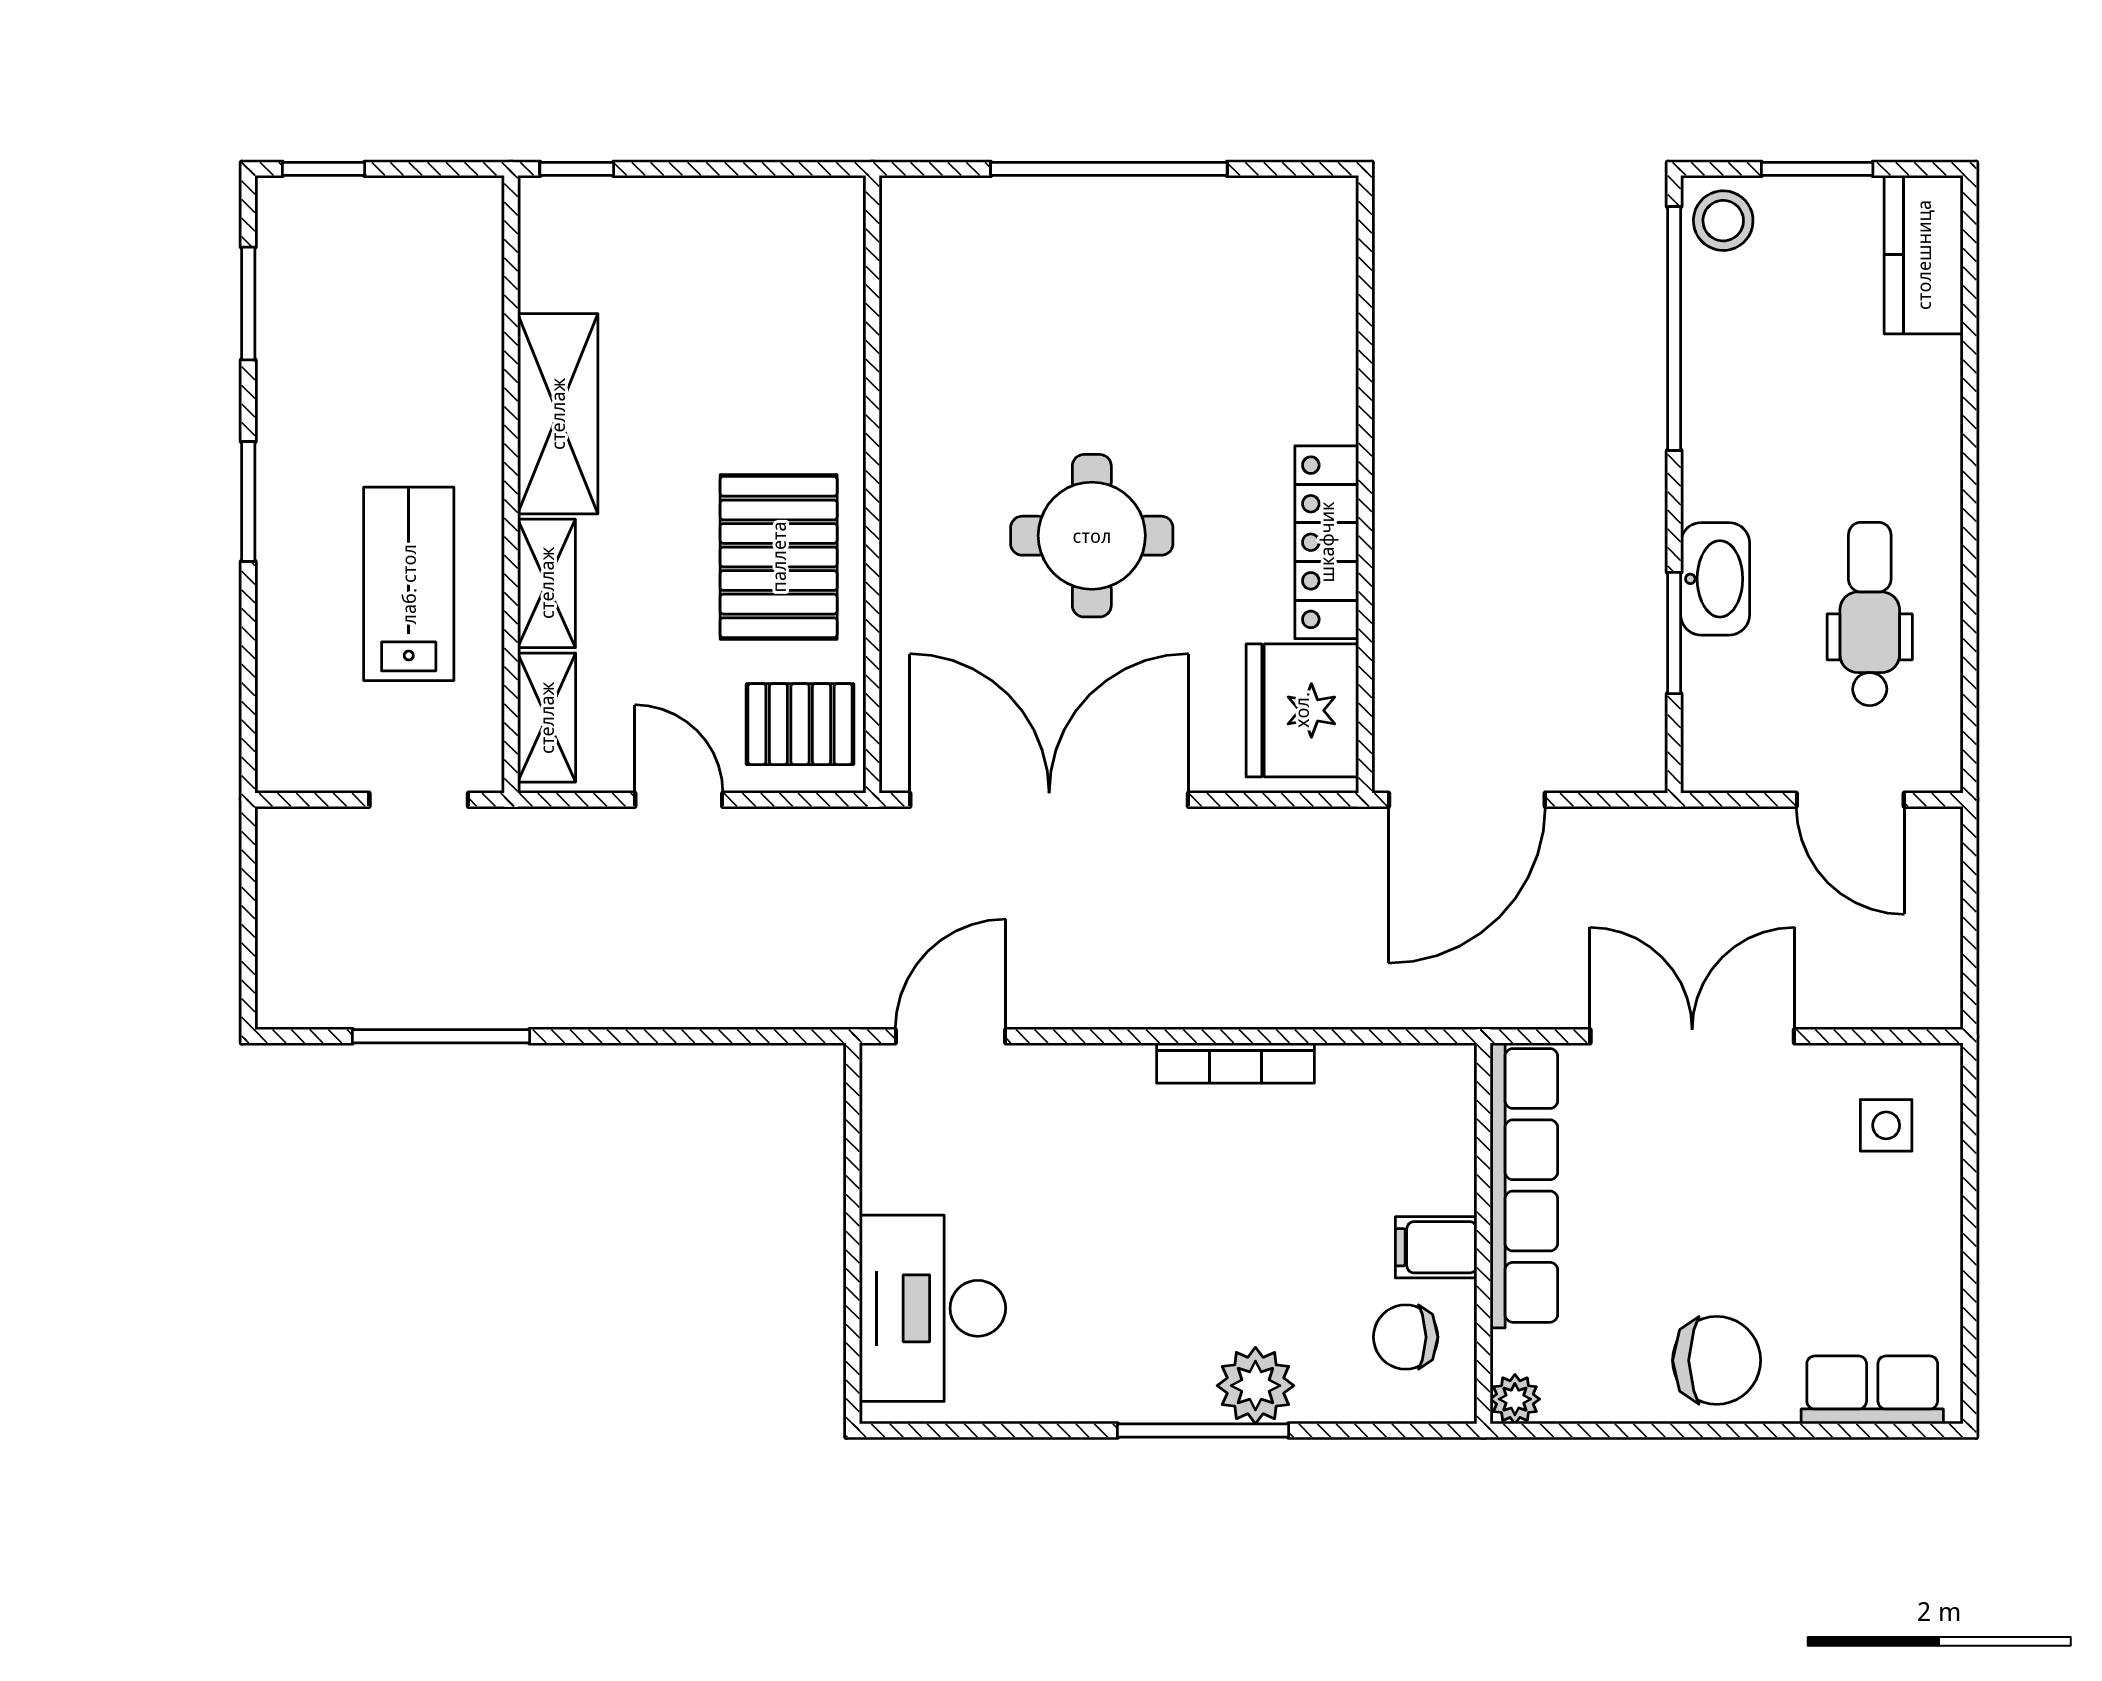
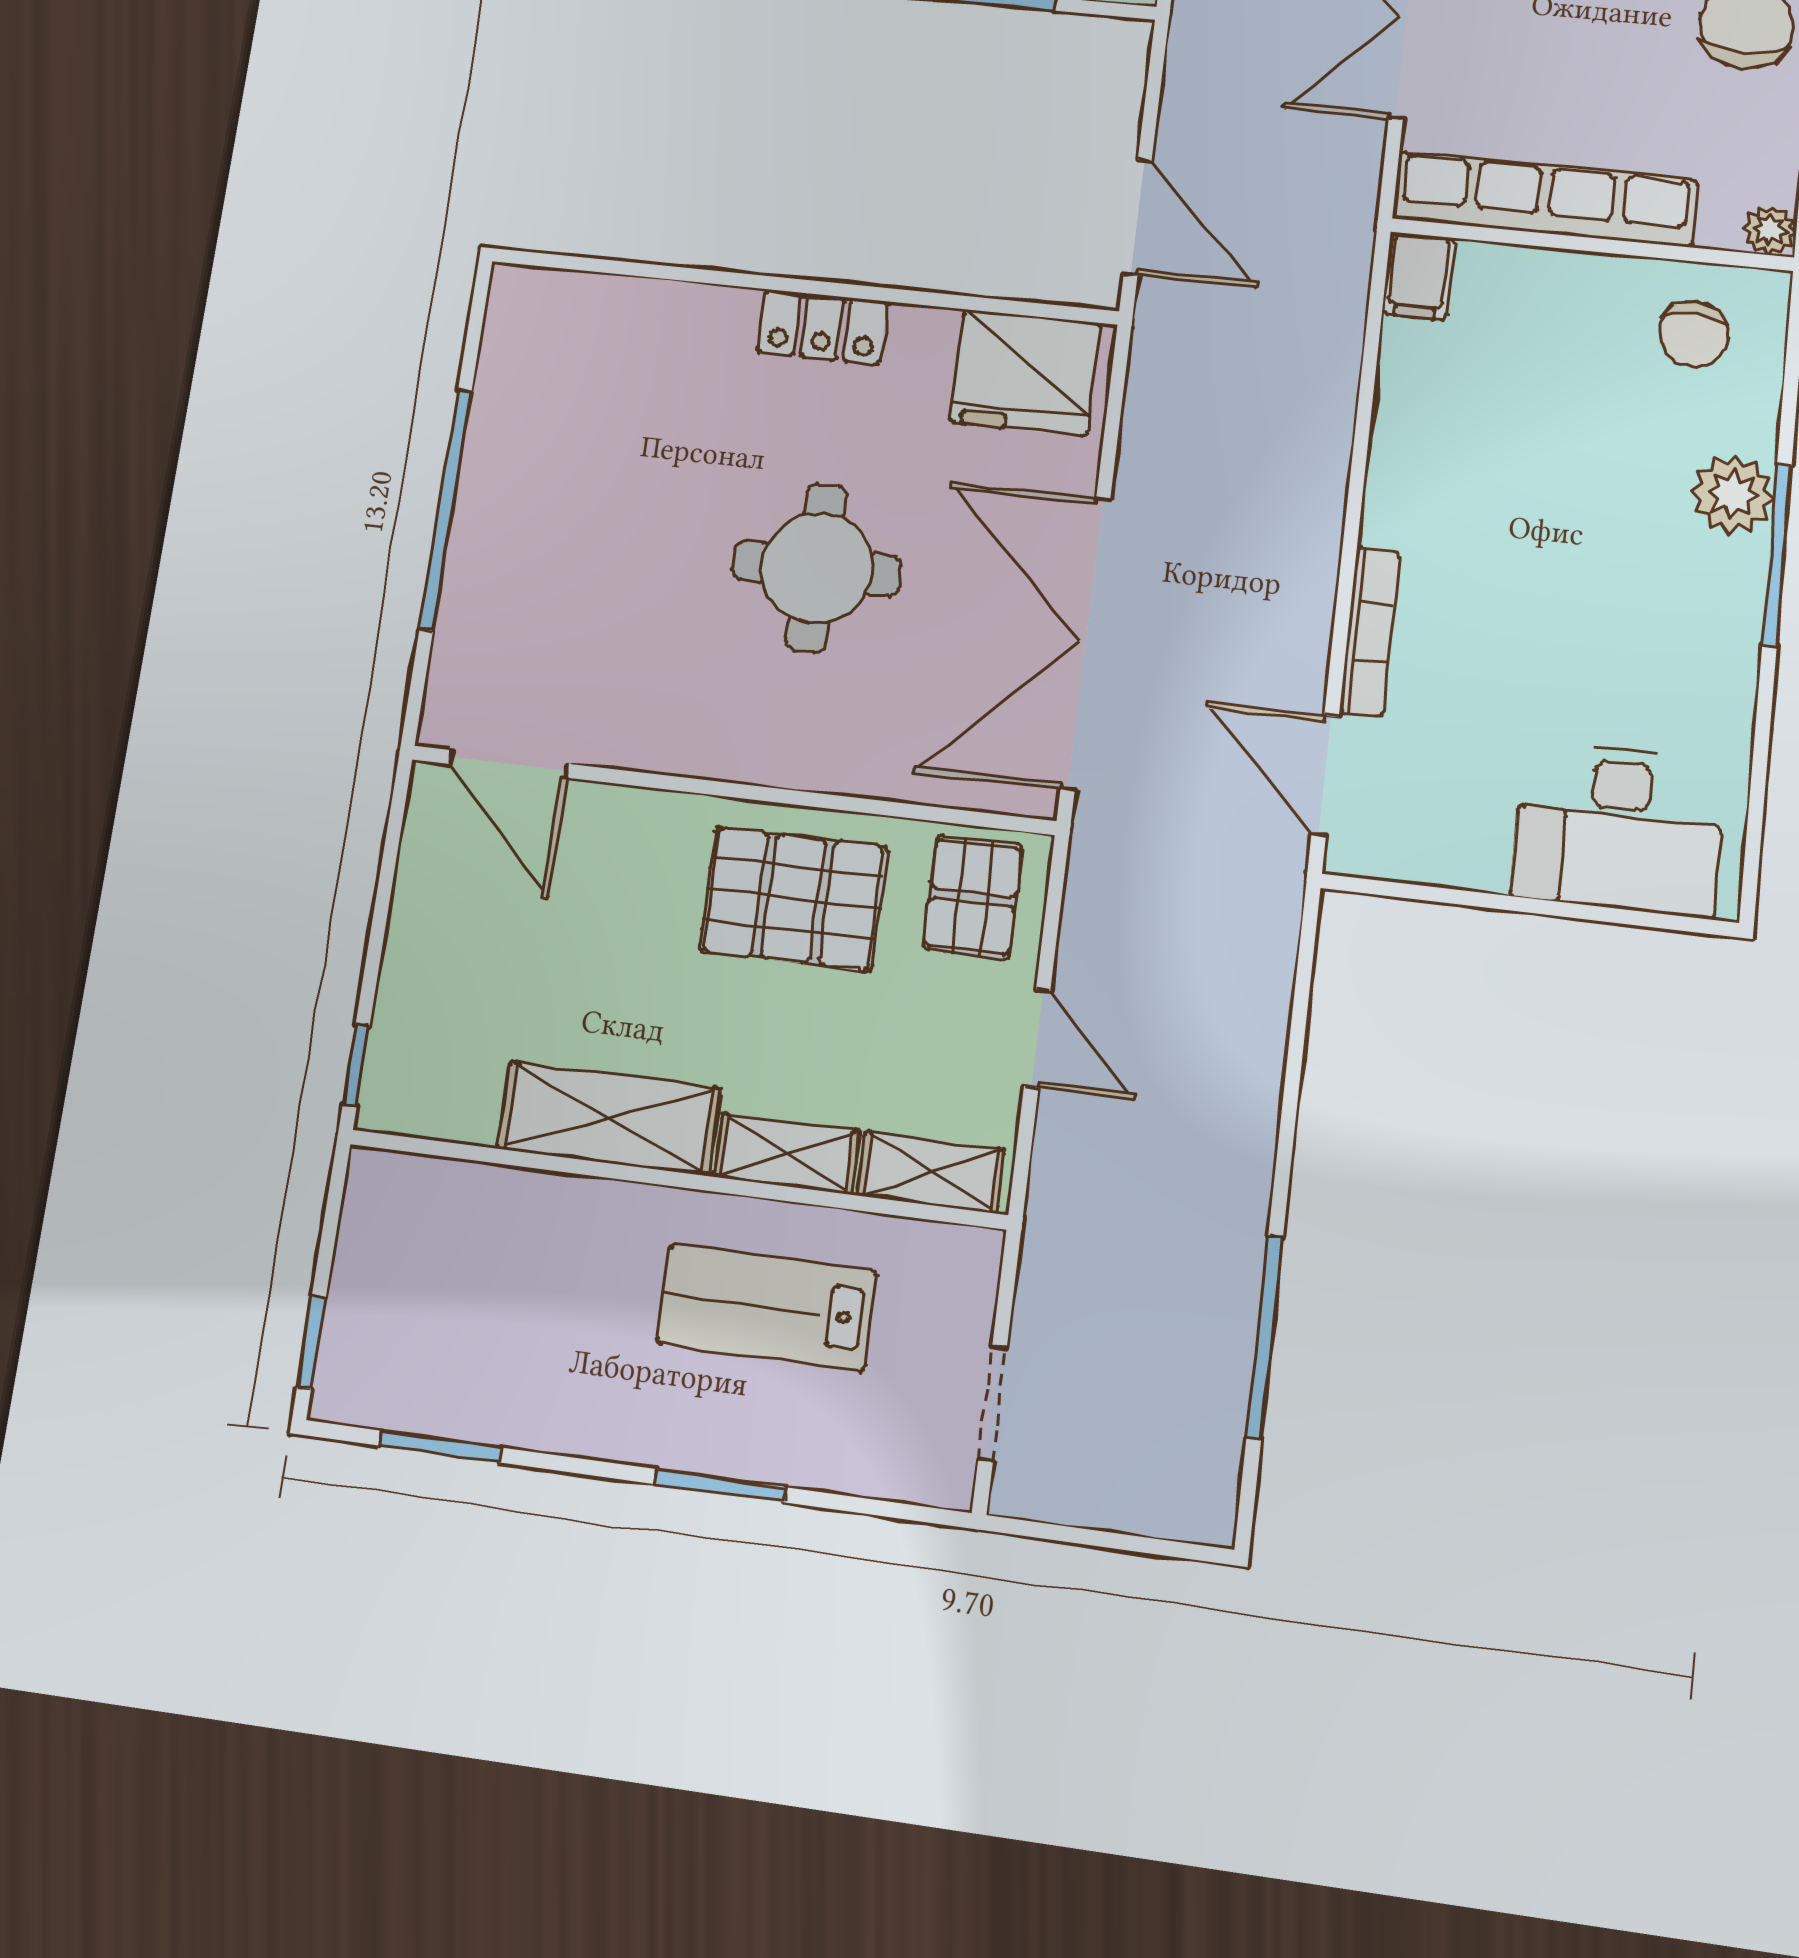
door: (872, 269) -> (509, 764), added
window: (248, 502) -> (720, 1486), moved
locker: (1327, 542) -> (822, 327), width x0.66
doorway: (419, 800) -> (993, 1403), moved
door: (679, 800) -> (1037, 1038), swing flipped
door: (1467, 800) -> (1138, 217), width x0.73
bookcase: (1235, 1063) -> (1370, 632), moved
filing cabinet: (1436, 1247) -> (1418, 276), moved

